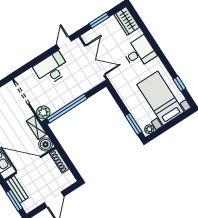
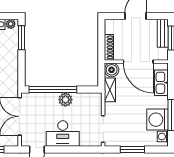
window: (67, 108) -> (53, 90), moved
plant: (43, 112) -> (65, 100), moved
bench: (17, 189) -> (163, 33), moved

